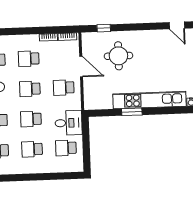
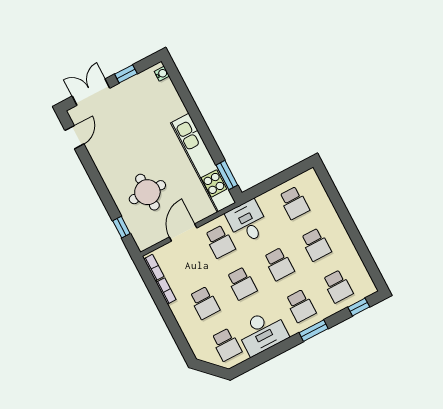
kitchen unit: (149, 100) -> (203, 163), moved
window: (132, 112) -> (227, 175), moved
desk: (69, 123) -> (247, 222), moved

